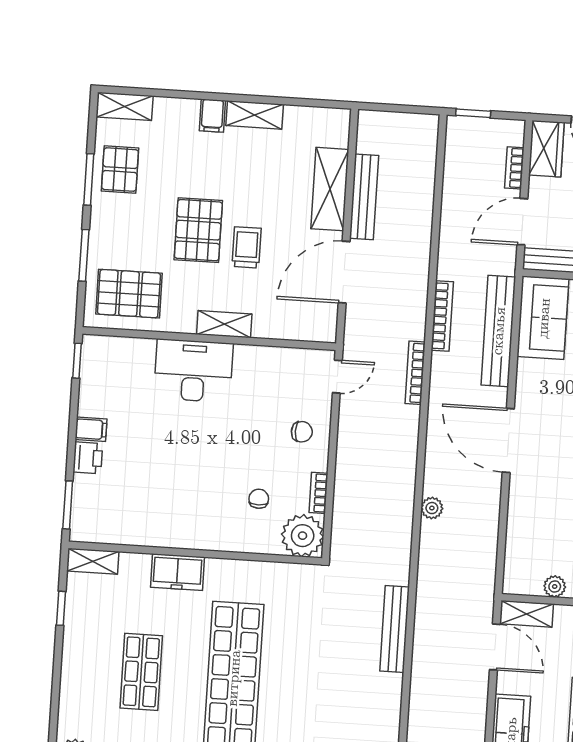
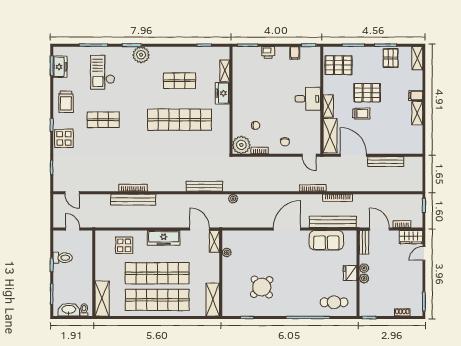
pallet: (120, 170) -> (391, 58), turned 90
shelving: (330, 189) -> (330, 136), moved, turned 90
pallet: (129, 294) -> (338, 65), turned 90
sofa: (543, 318) -> (326, 240), moved
desk: (193, 371) -> (308, 99), width x0.73
filing cabinet: (91, 429) -> (295, 53), moved
plant: (432, 508) -> (233, 199), moved
shelving: (93, 561) -> (225, 71), moved
door: (495, 647) -> (200, 229), swing flipped

